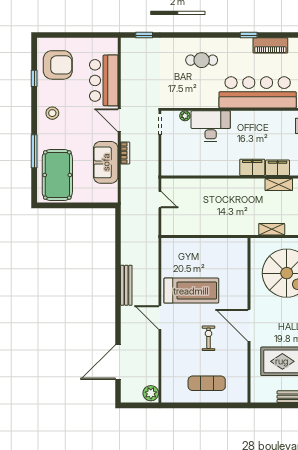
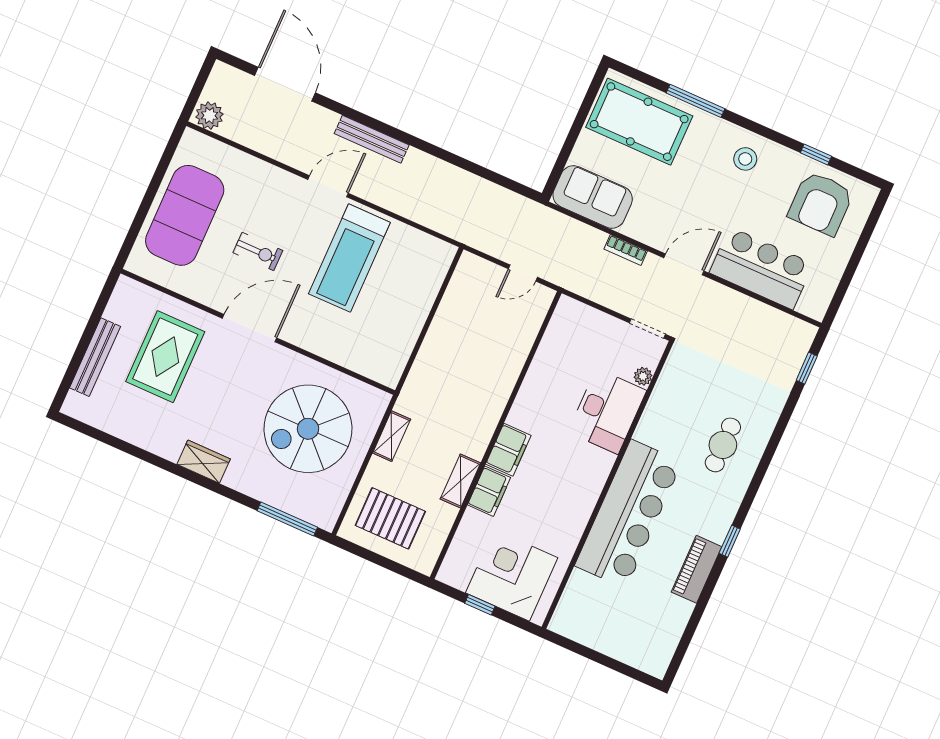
sofa: (106, 162) -> (593, 197), moved
bench: (126, 285) -> (372, 139), moved
exercise mat: (207, 383) -> (185, 215), width x2.00, depth x1.45

